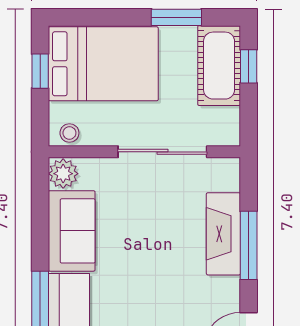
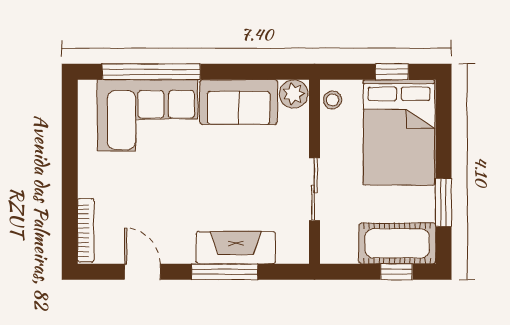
sliding door: (162, 152) -> (315, 189), width x0.73

